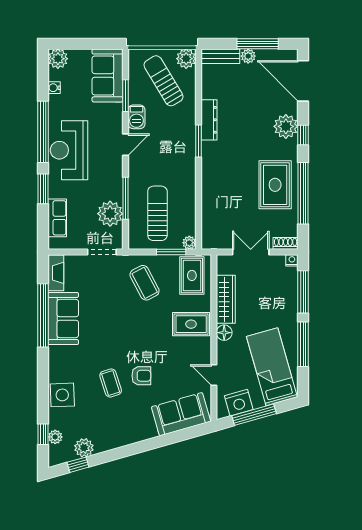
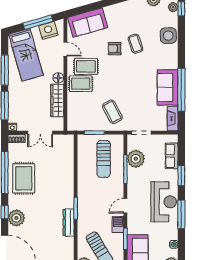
window: (43, 132) -> (181, 214), width x0.68
plant: (189, 243) -> (82, 139), removed
rug: (192, 275) -> (86, 66), moved, turned 90

